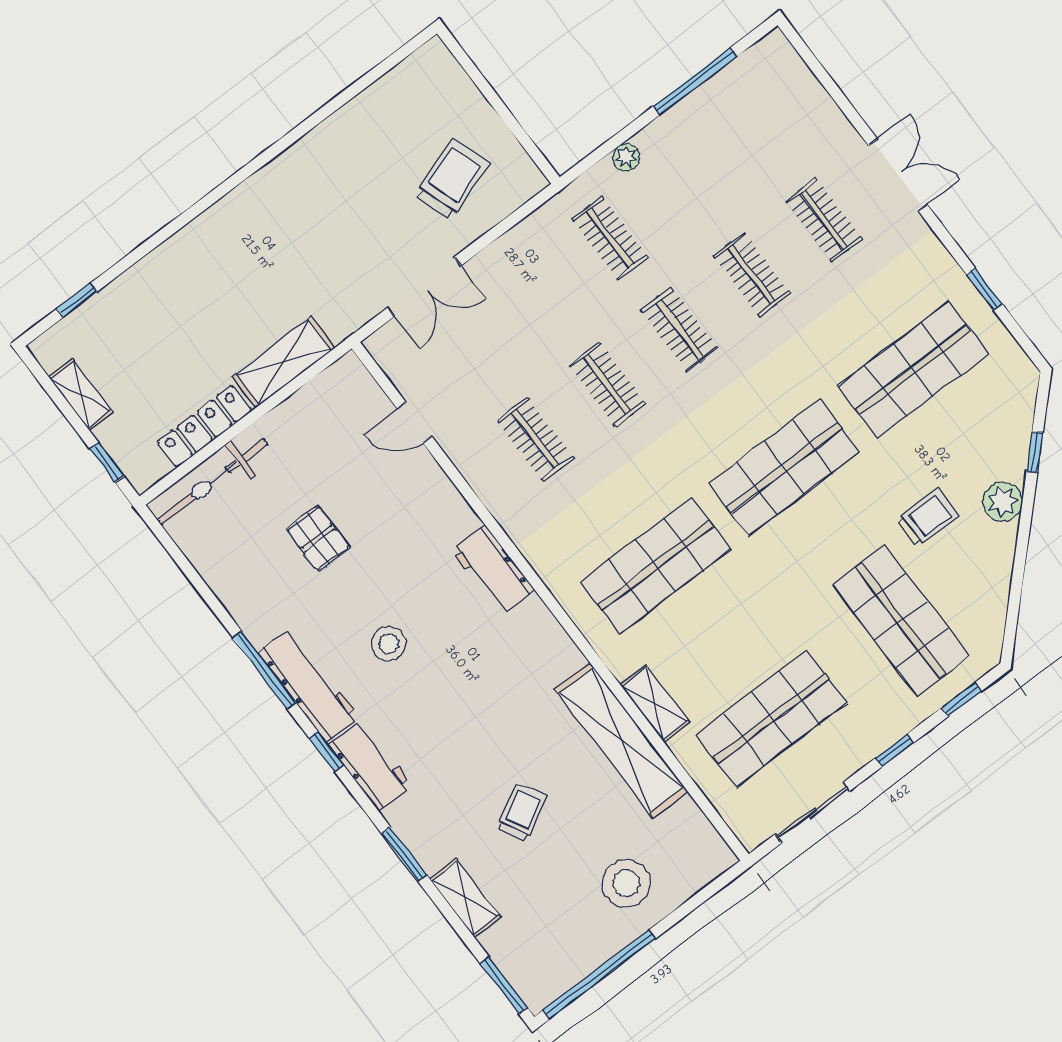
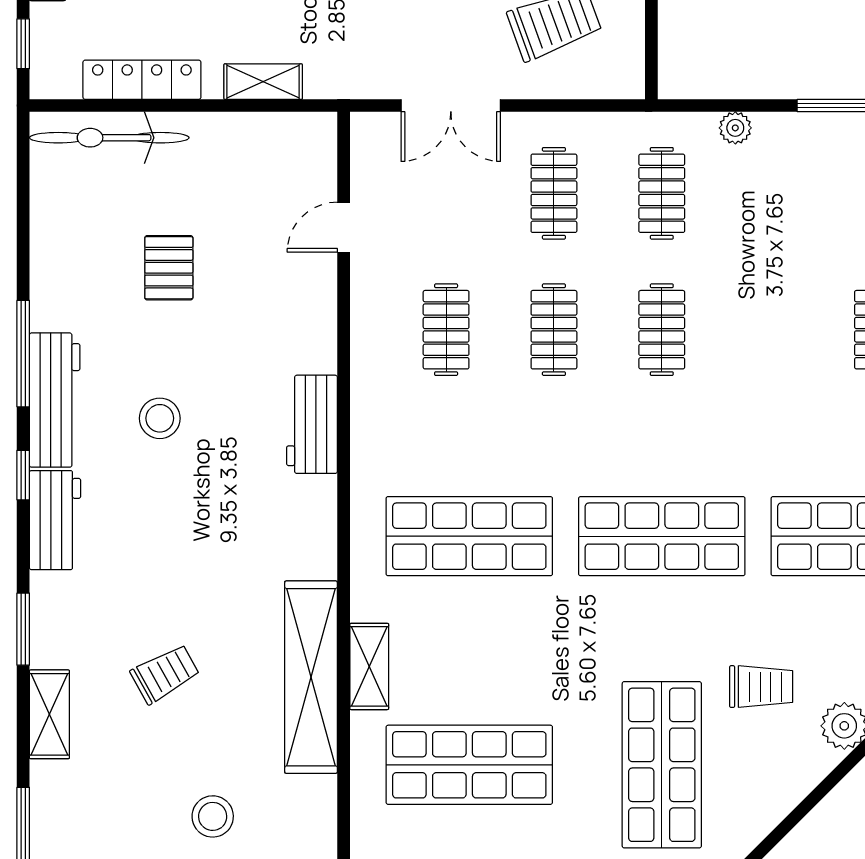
clothes rail: (752, 275) -> (554, 193), moved
shelving: (284, 362) -> (263, 82), width x0.67, depth x0.75
door: (414, 423) -> (344, 227), hinge flipped
stool: (626, 883) -> (213, 816), width x0.73, depth x0.73

